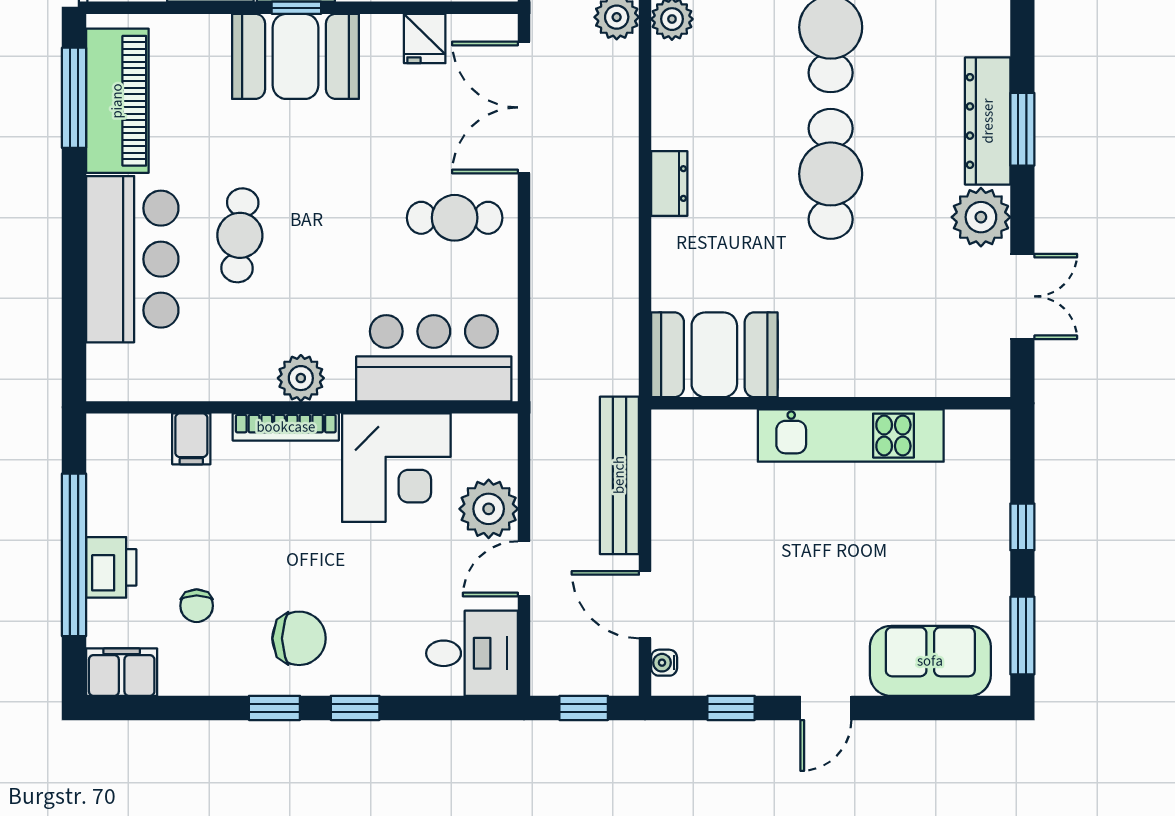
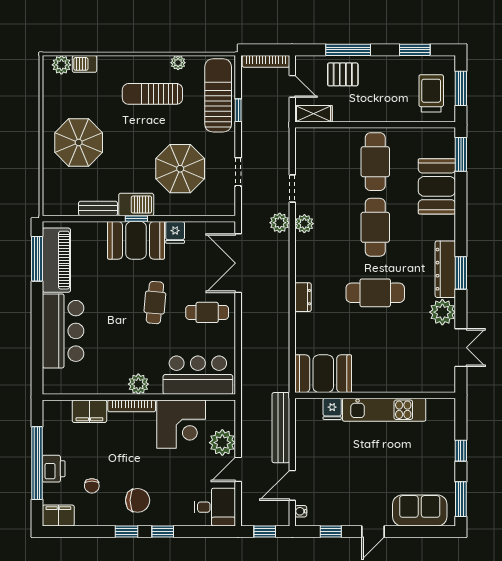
fridge: (425, 39) -> (175, 232), moved
cafe table: (831, 174) -> (375, 293), turned 90
cafe table: (240, 235) -> (155, 303), moved
fridge: (734, 433) -> (332, 409), added
filing cabinet: (191, 439) -> (89, 411), width x2.00
door: (645, 605) -> (292, 485), hinge flipped

